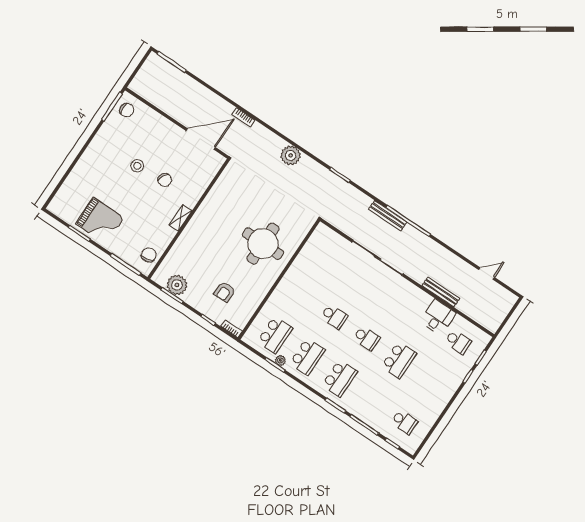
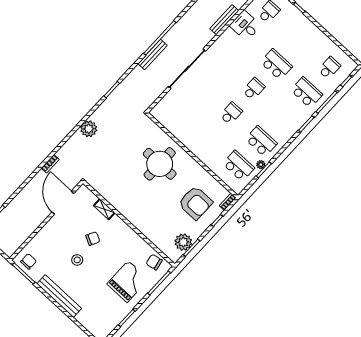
bench: (92, 152) -> (59, 296), added
shelving: (181, 218) -> (104, 209), moved
grand piano: (100, 221) -> (128, 282), moved
armchair: (224, 292) -> (195, 203), width x1.88, depth x1.88
school desk: (340, 378) -> (307, 92), moved

